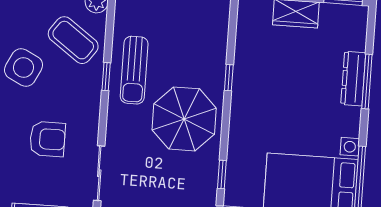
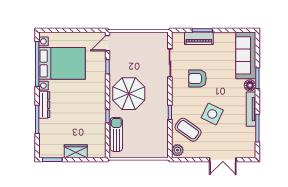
sun lounger: (134, 70) -> (116, 134), moved
dresser: (353, 79) -> (44, 105), moved

